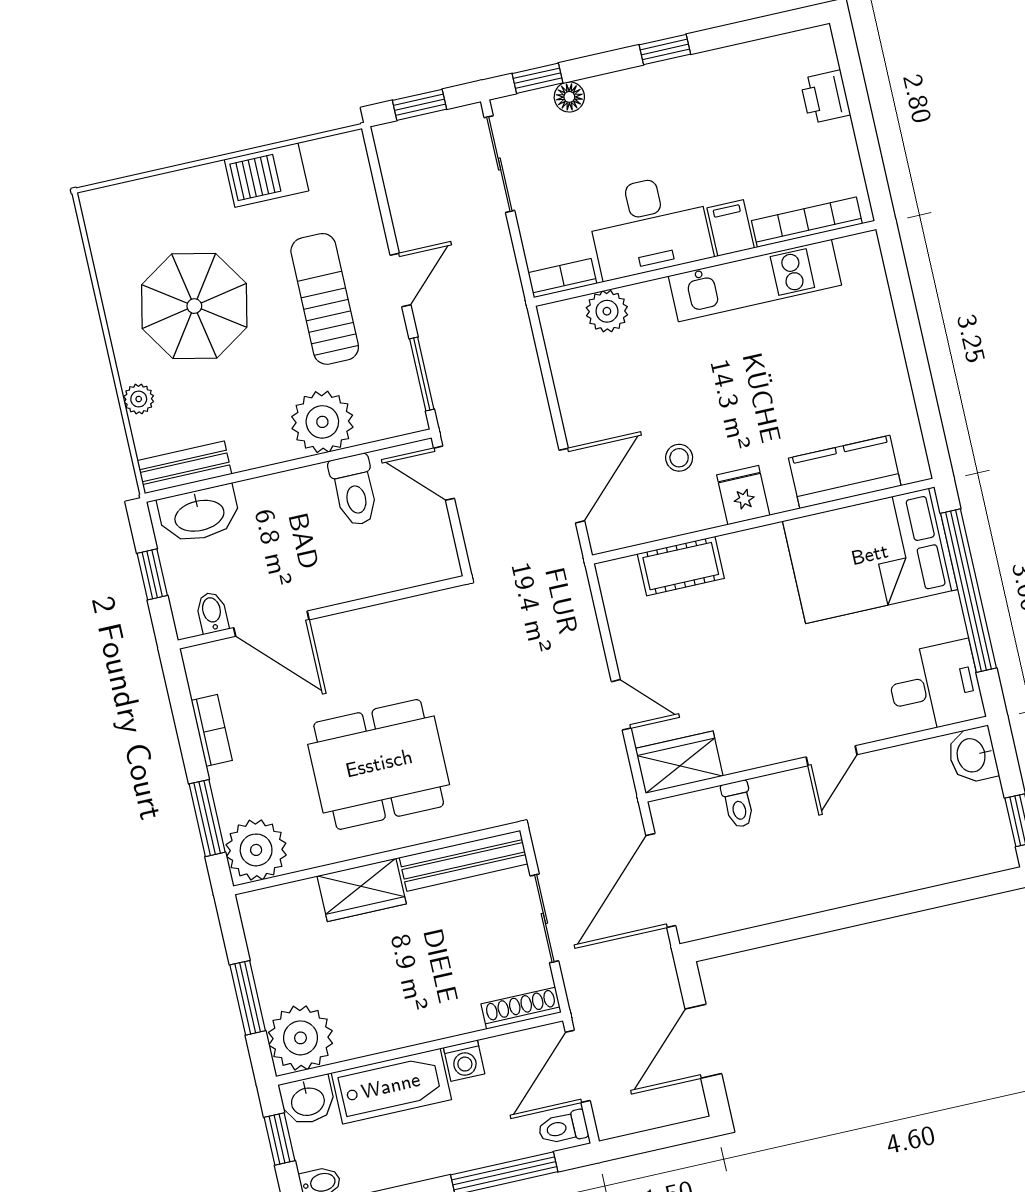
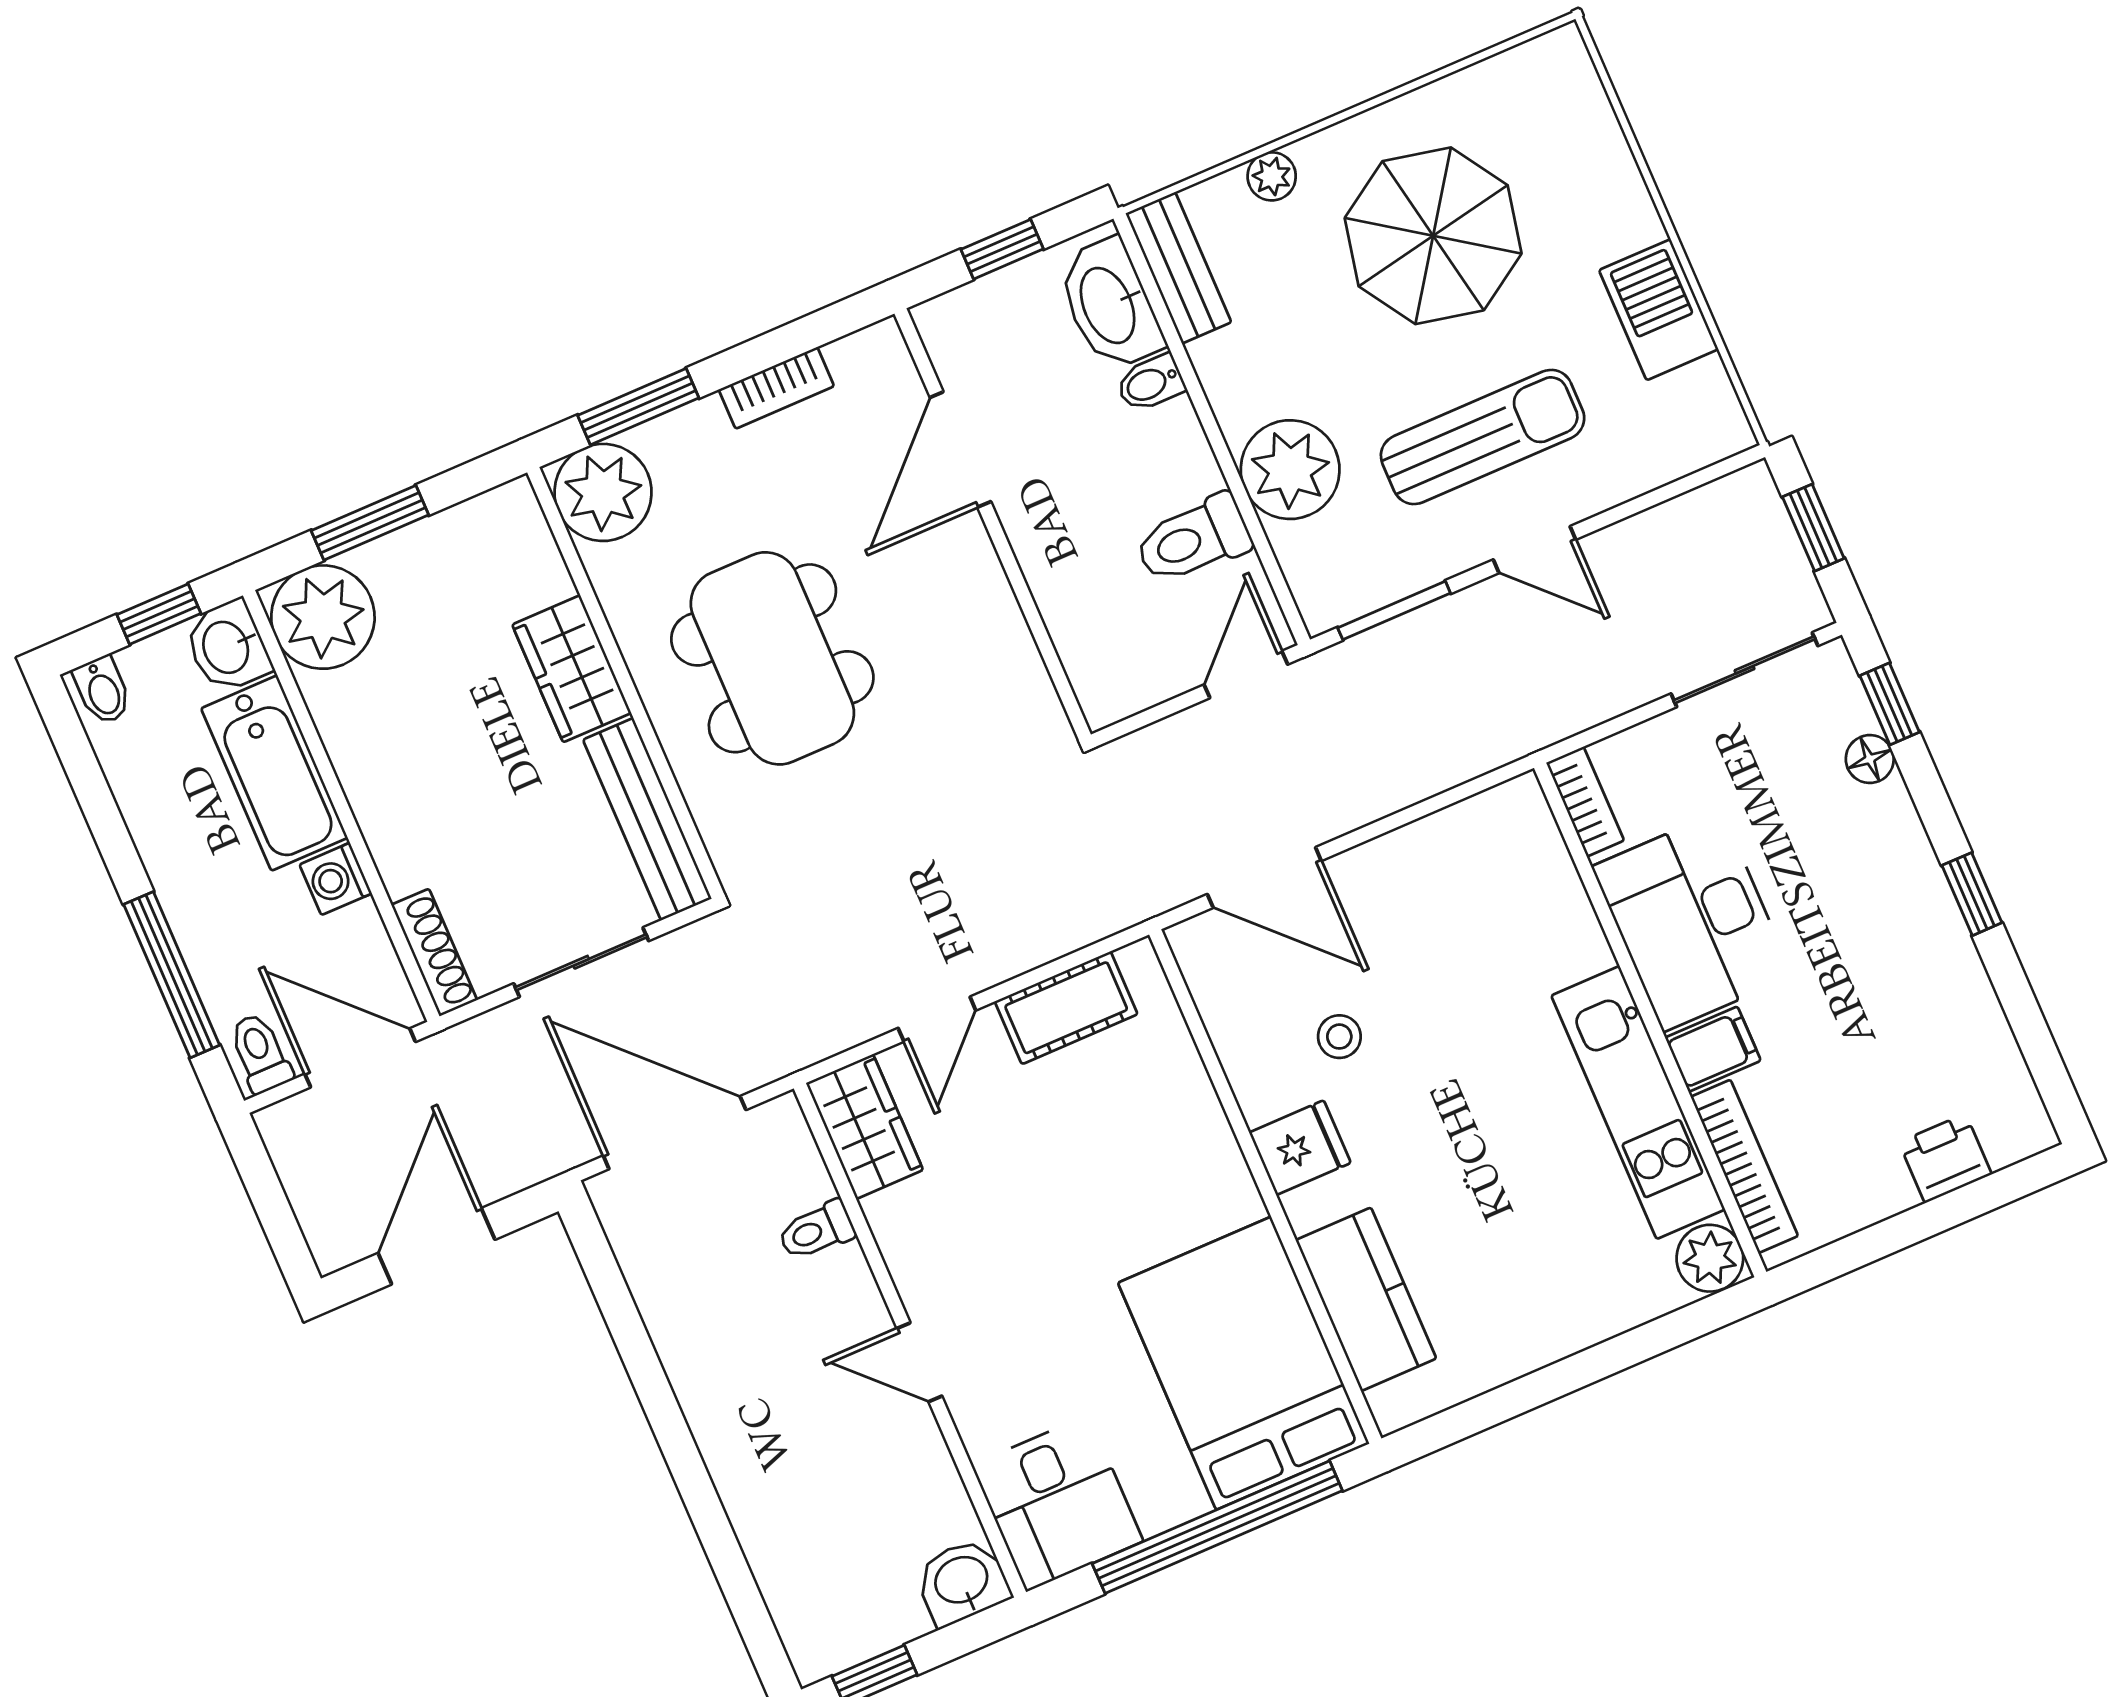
plant: (607, 311) -> (1710, 1258), moved
cot: (681, 566) -> (1066, 1008), moved, turned 90
bidet: (212, 613) -> (1151, 383), moved, turned 180
door: (703, 1041) -> (436, 1246), hinge flipped

